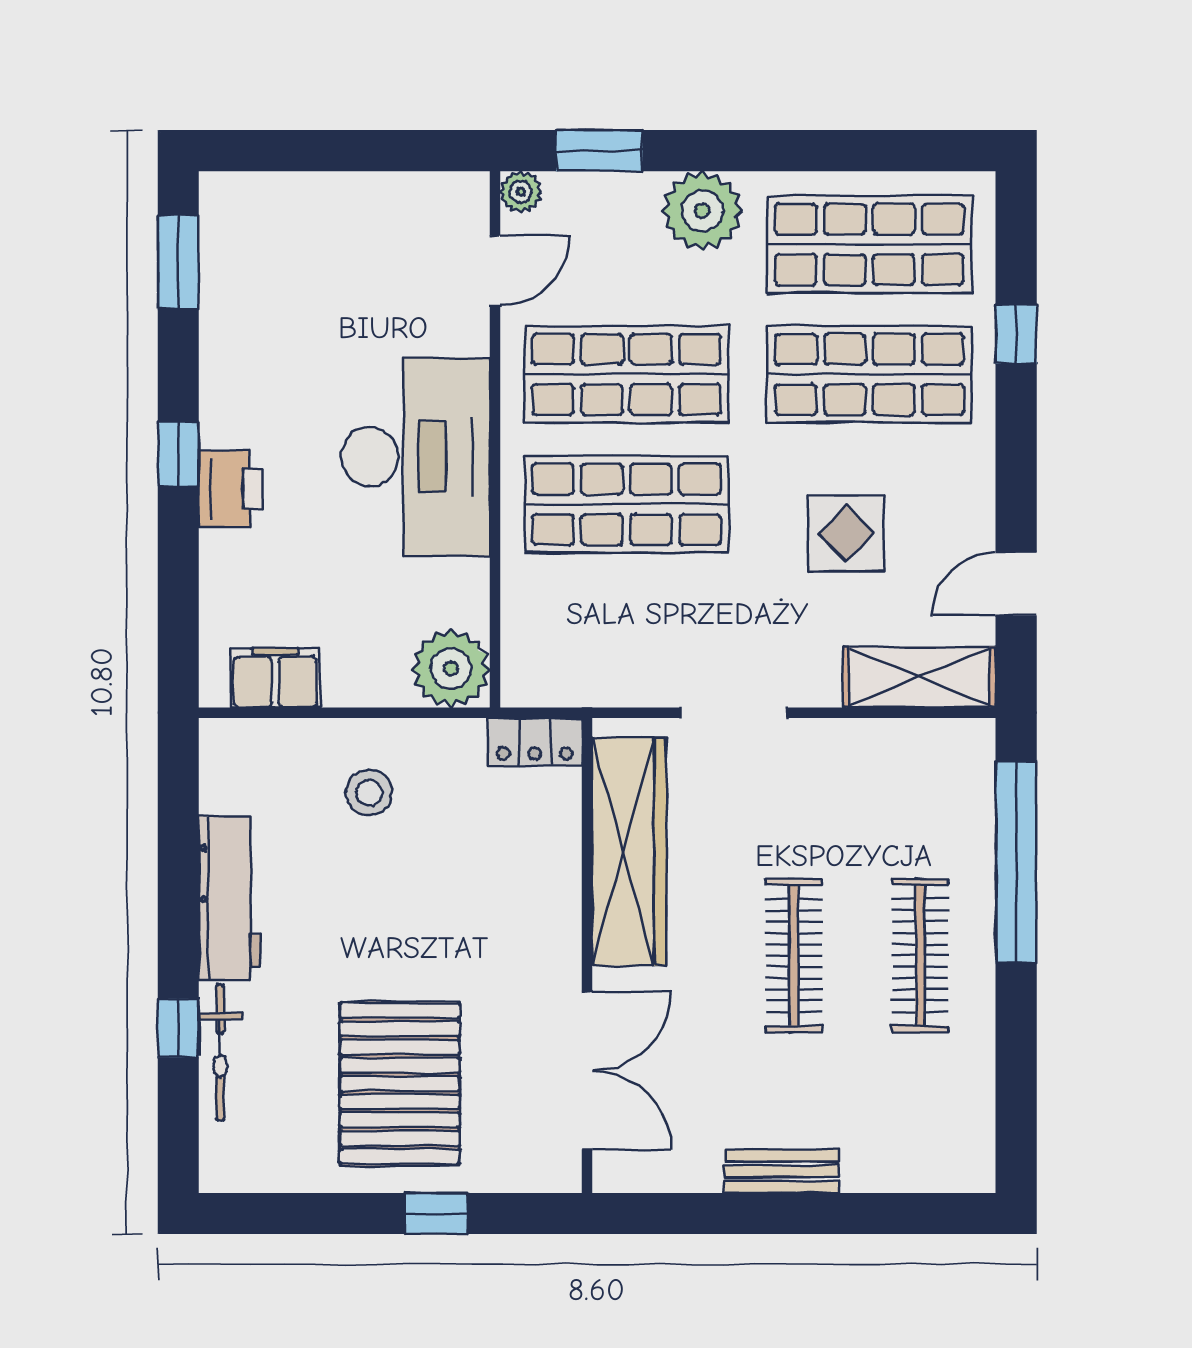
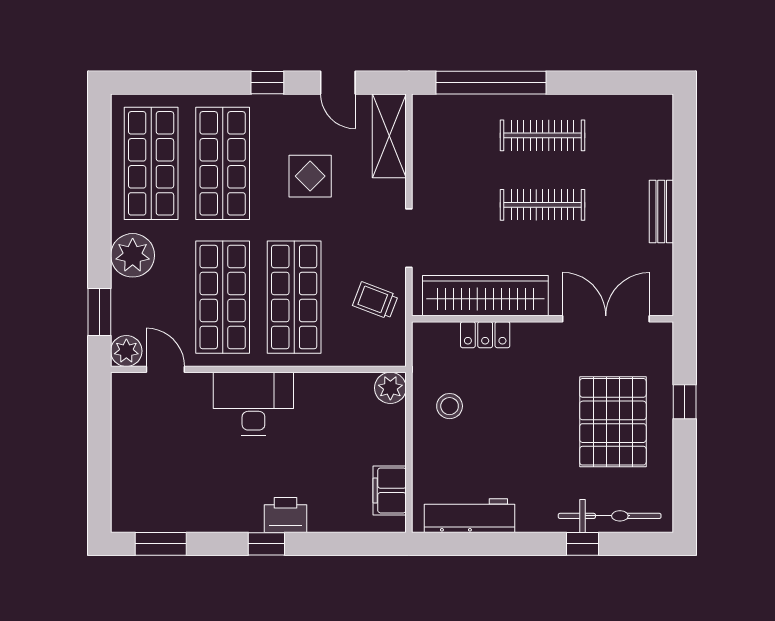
plant: (521, 192) -> (126, 351), width x1.38, depth x1.38
window: (1016, 334) -> (267, 83), moved
desk: (416, 457) -> (253, 404), width x0.73, depth x0.77
trolley: (620, 652) -> (375, 300), added
plant: (451, 669) -> (390, 388), width x0.73, depth x0.73
locker: (535, 742) -> (485, 335), moved, turned 90
stool: (369, 793) -> (450, 406), moved
workbench: (229, 898) -> (469, 516), moved
bicycle: (220, 1052) -> (610, 516), width x1.37, depth x1.40
pallet: (400, 1083) -> (613, 422), turned 90

